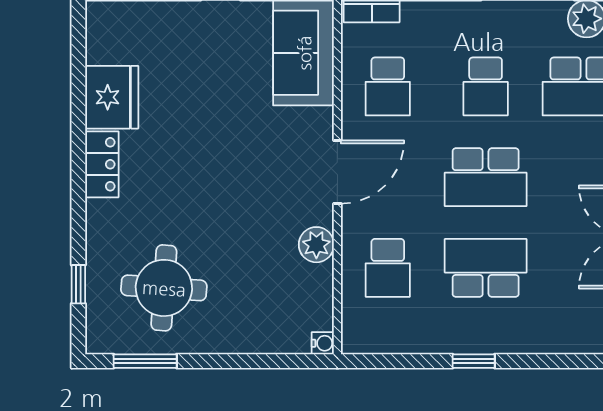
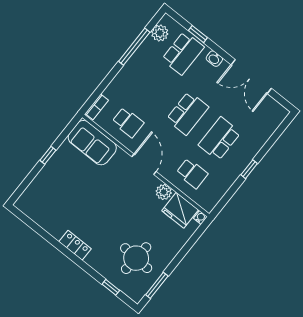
school desk: (486, 86) -> (155, 88), removed
fridge: (112, 97) -> (180, 210), moved, turned 180

